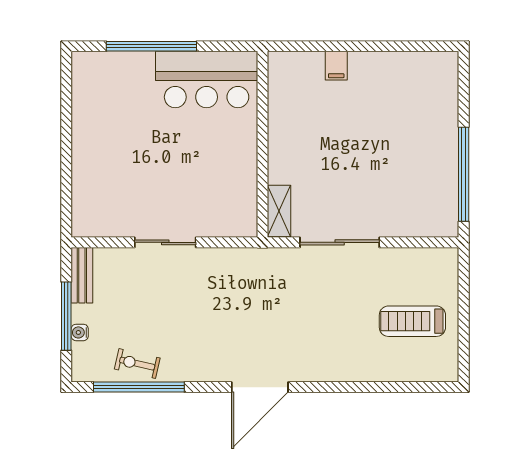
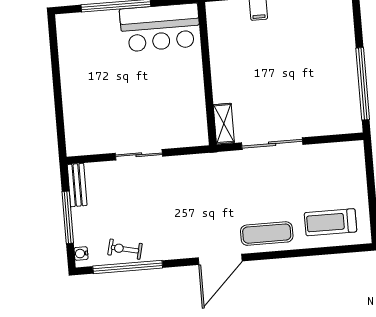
treadmill: (412, 321) -> (330, 222), moved
water cooler: (80, 332) -> (81, 253), moved
exercise mat: (323, 358) -> (267, 234), added

